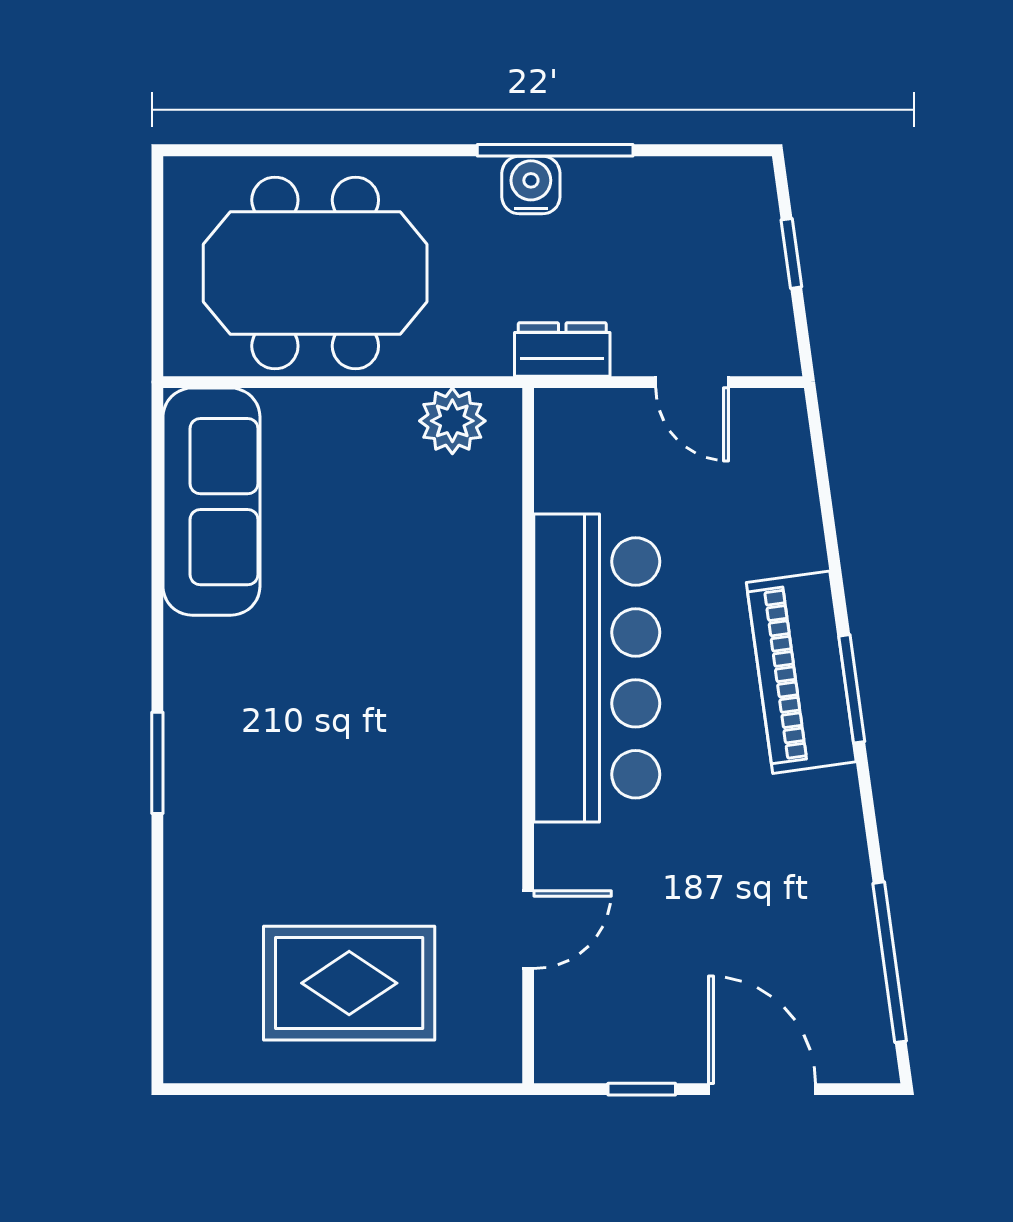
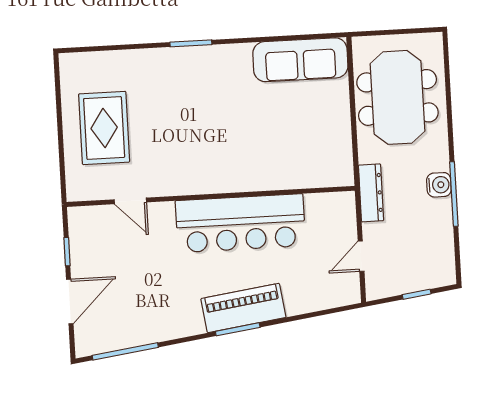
dresser: (562, 349) -> (371, 193), width x1.44
plant: (452, 421) -> (339, 158), removed

